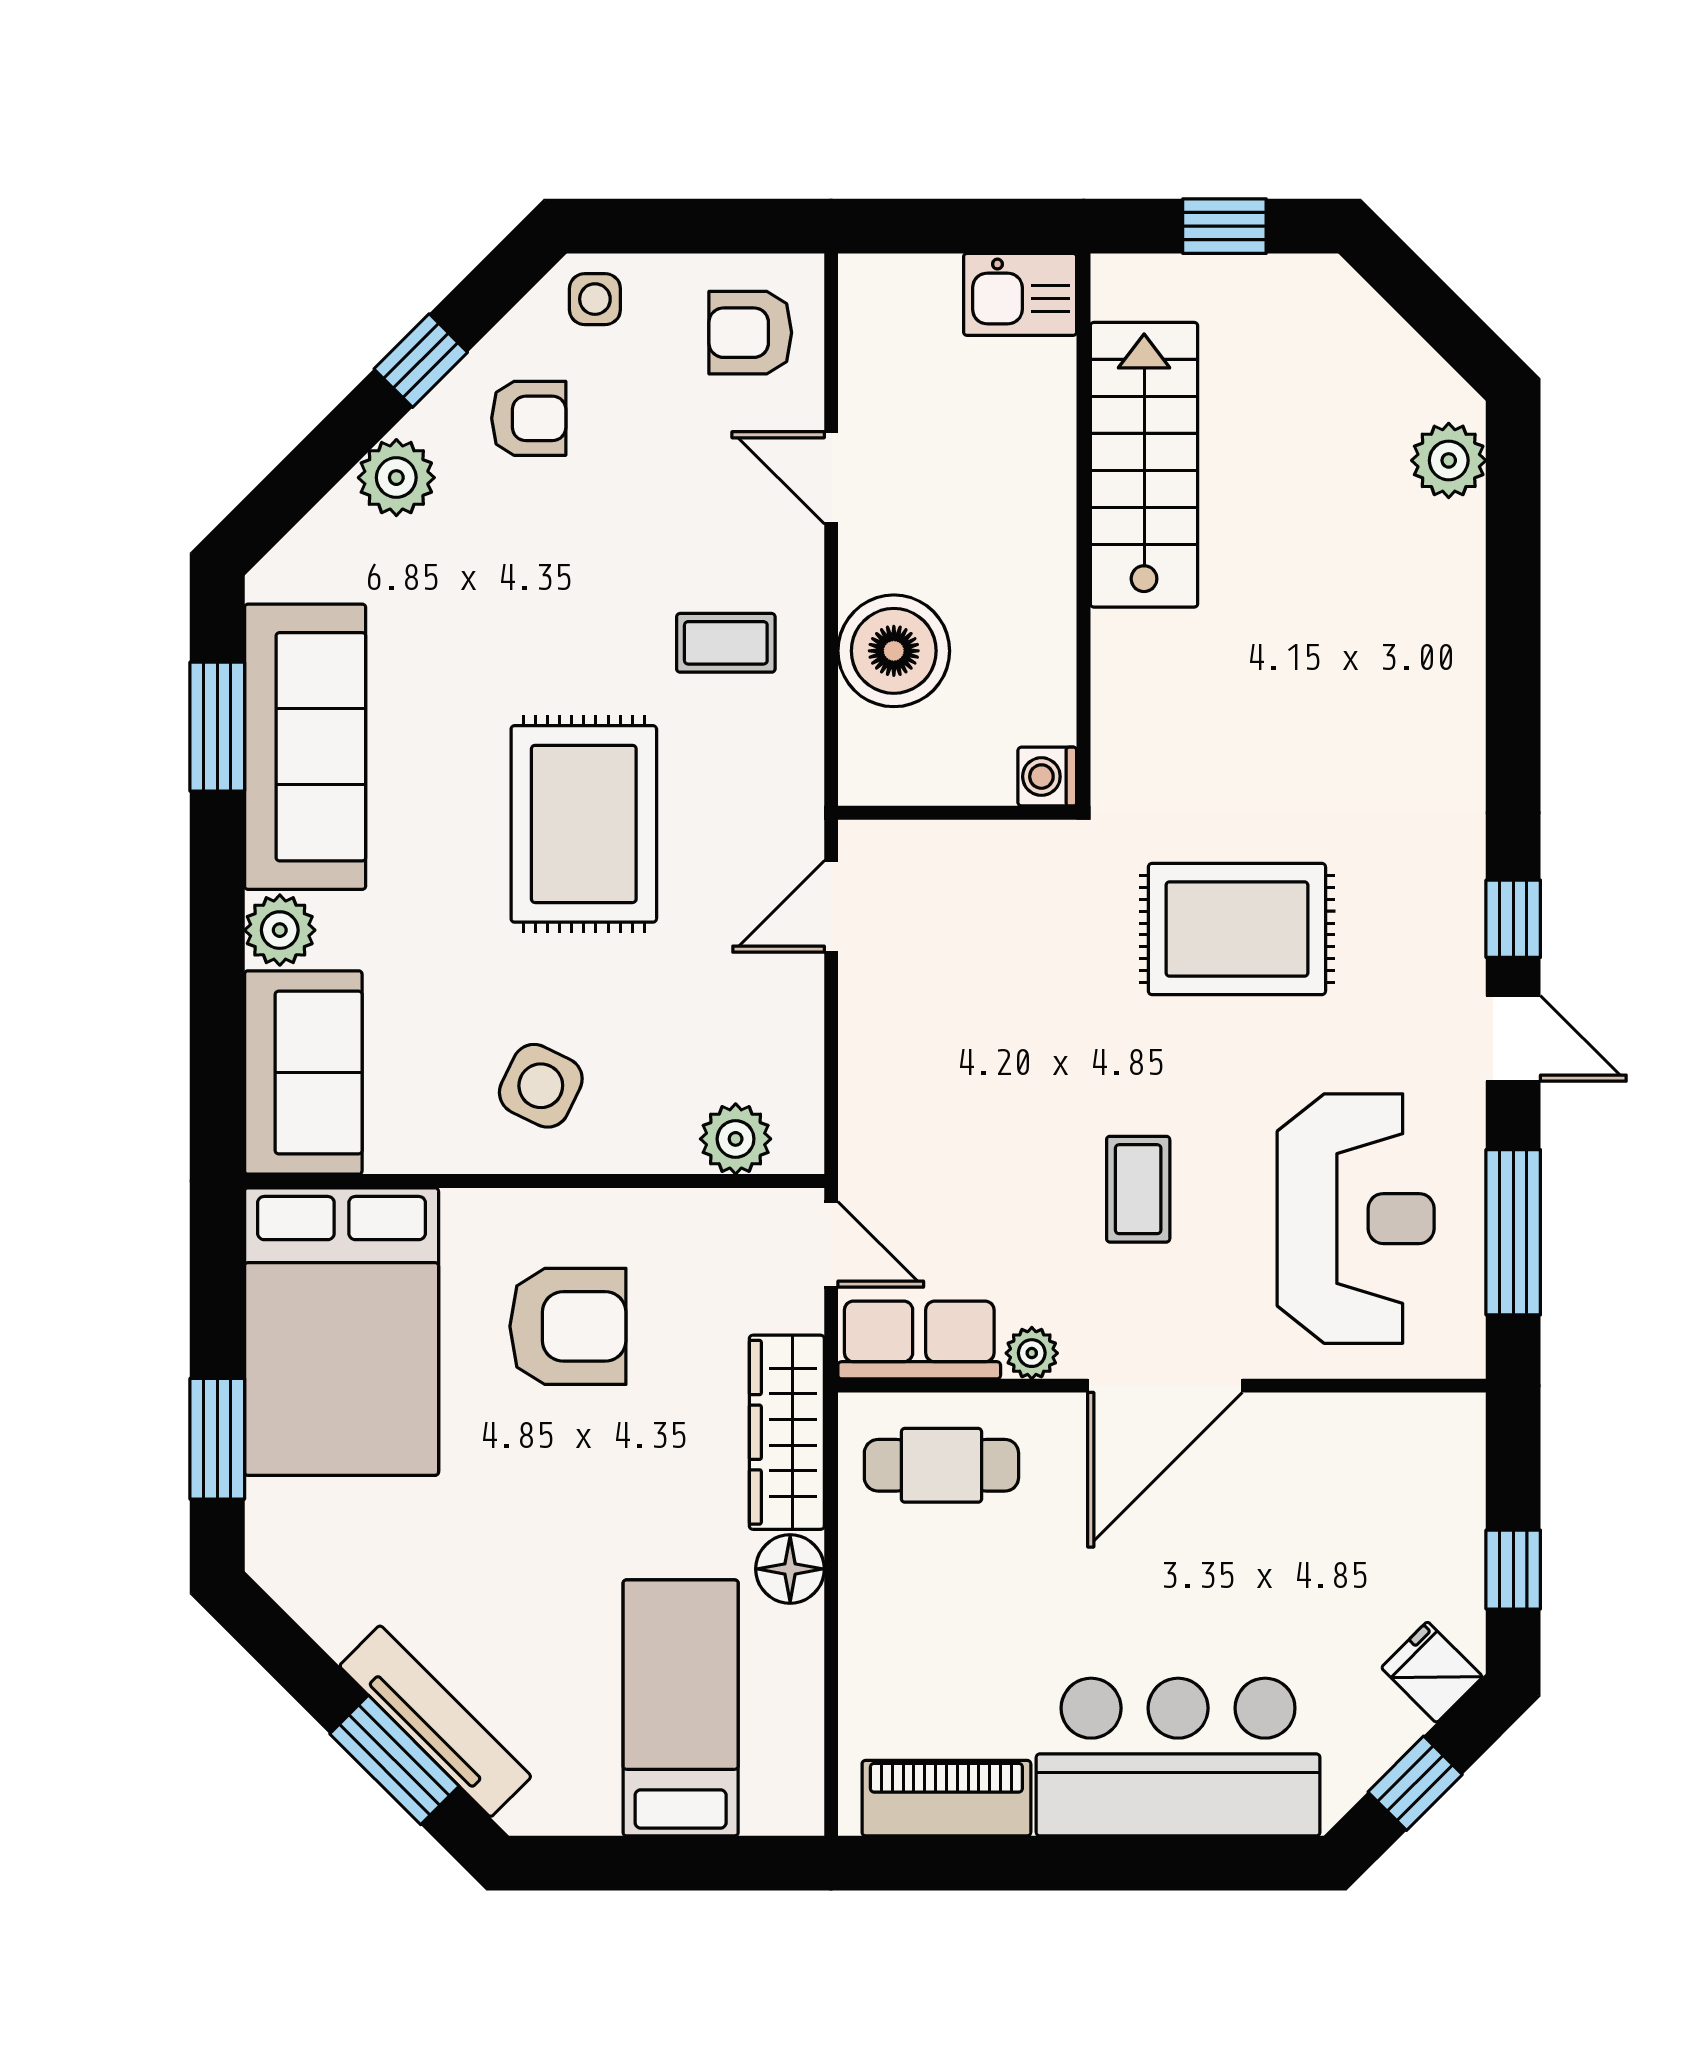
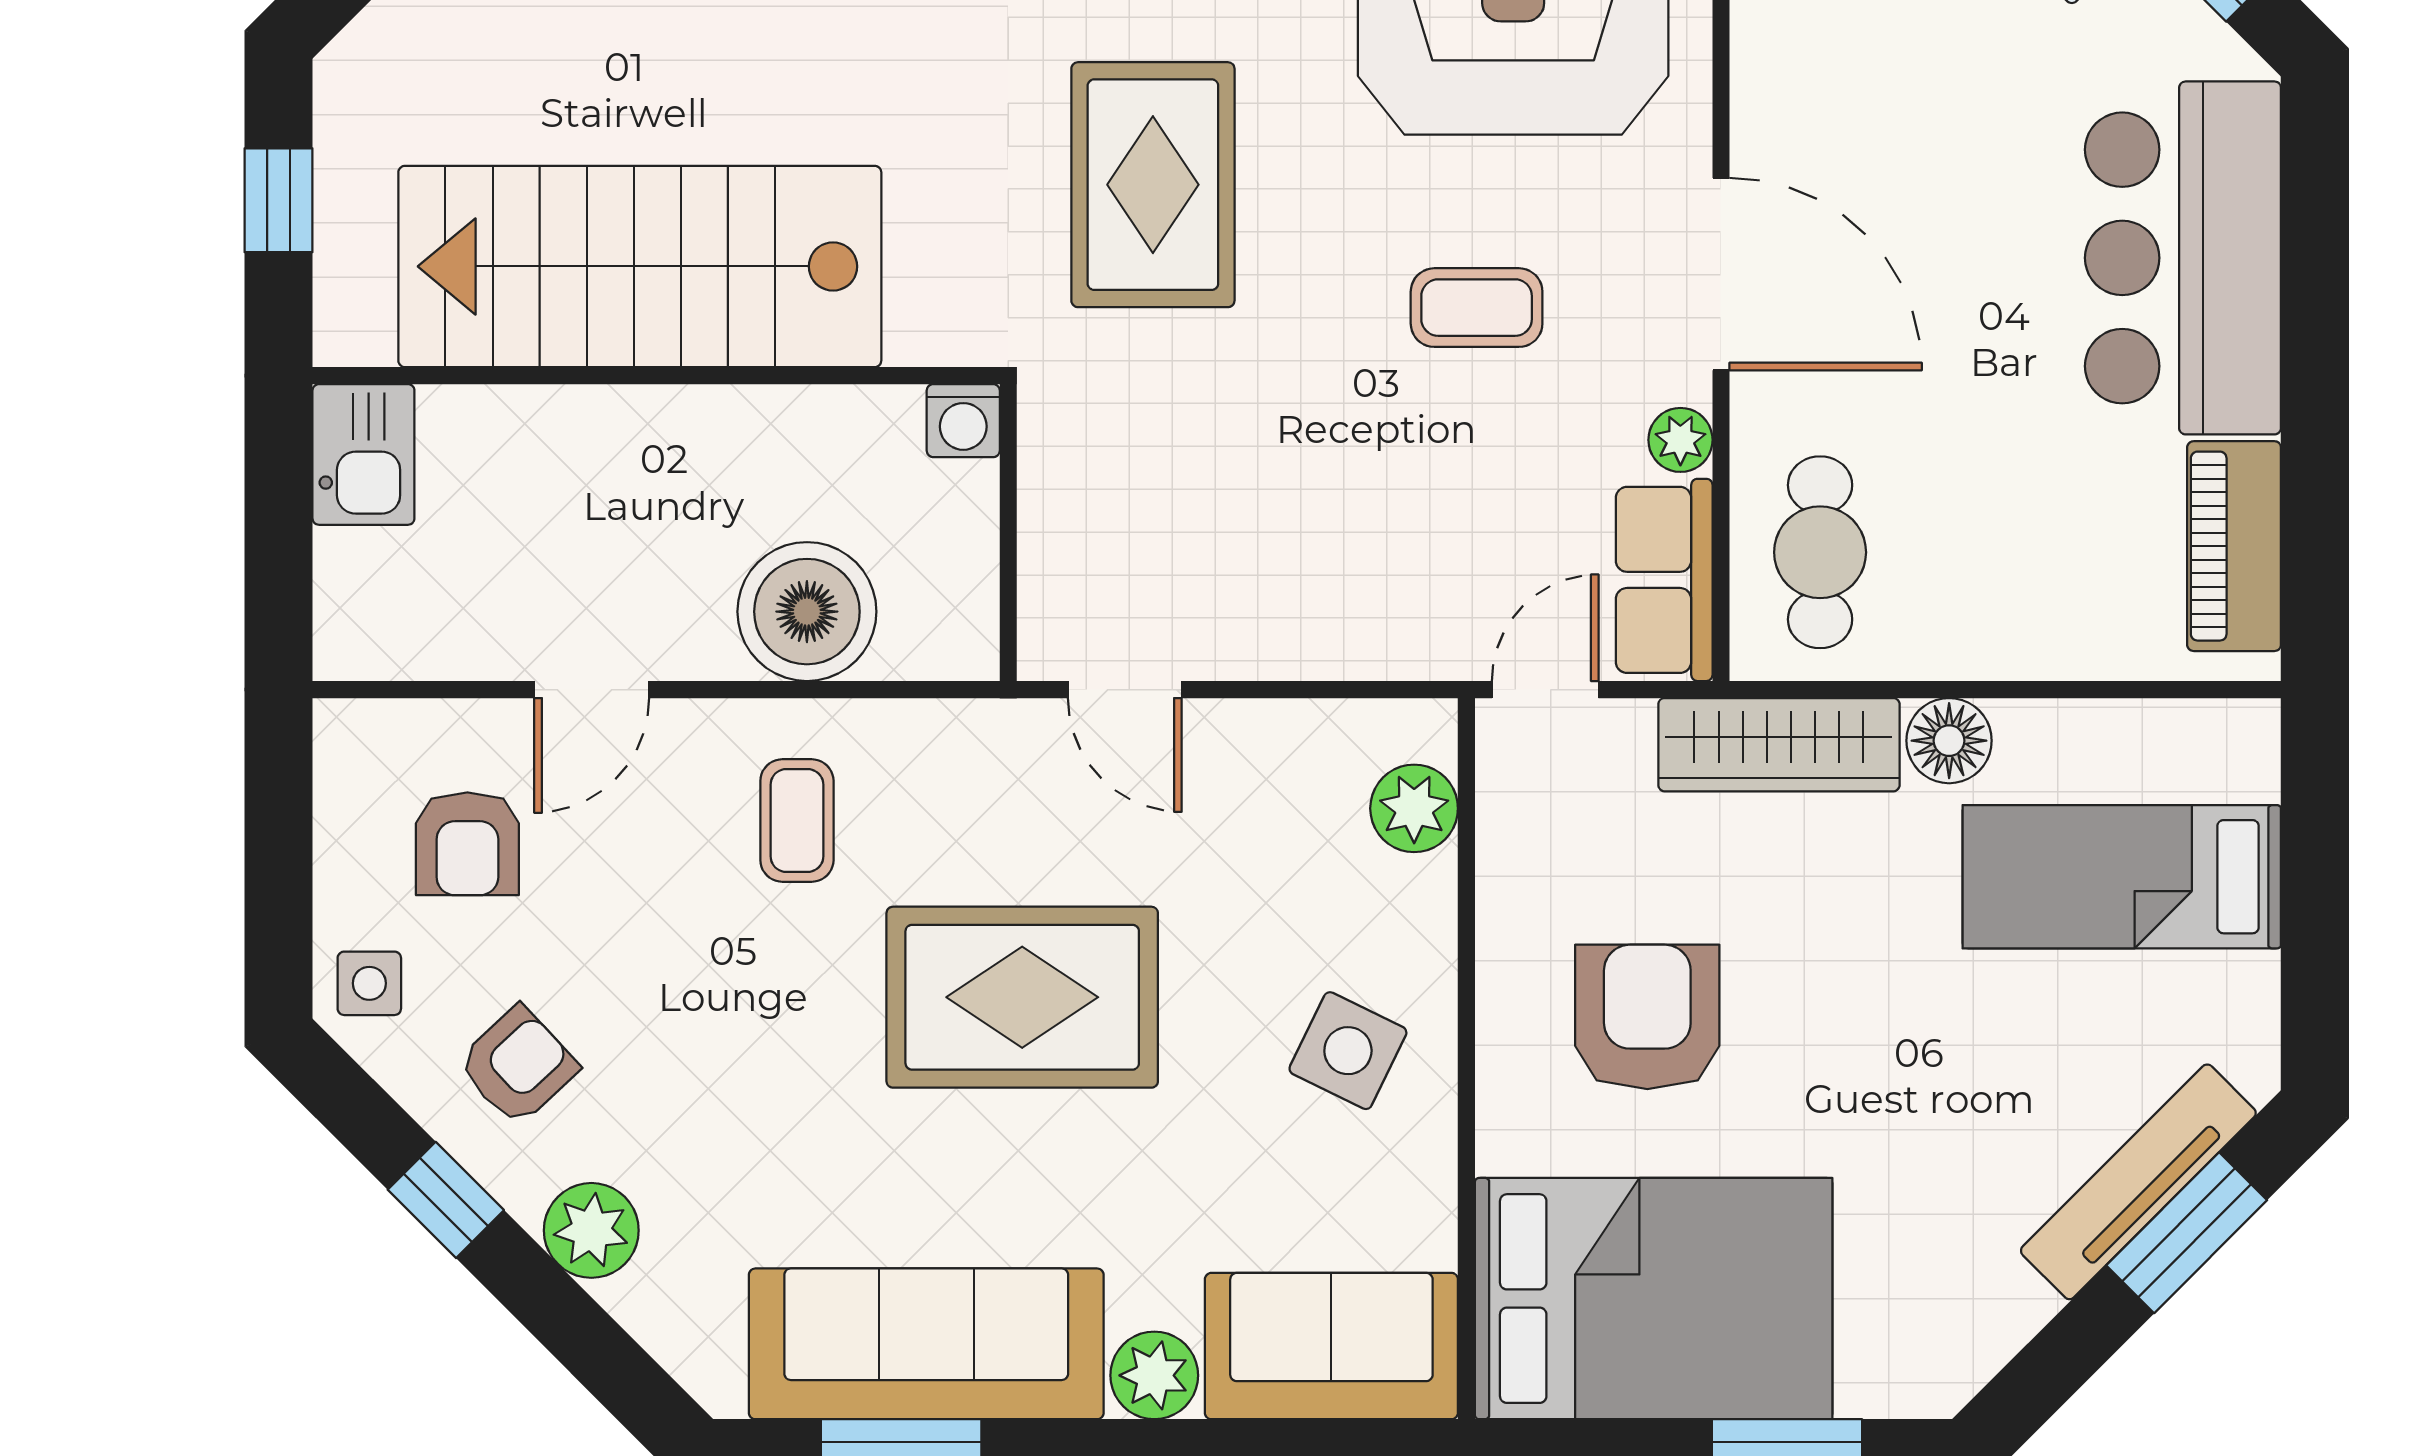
armchair: (750, 333) -> (467, 844), moved
armchair: (529, 418) -> (518, 1066), turned 47
stairs: (1144, 465) -> (640, 266), width x1.36, depth x1.51

